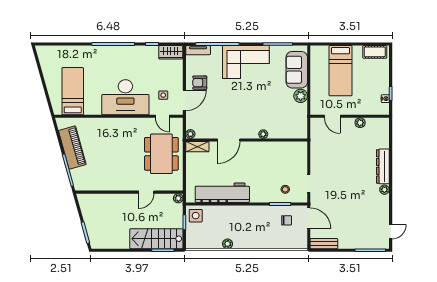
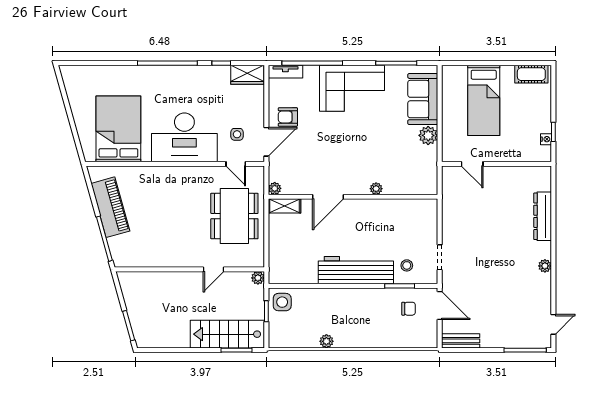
bed: (73, 91) -> (118, 129), width x1.50
plant: (360, 123) -> (511, 173), removed
dresser: (383, 166) -> (543, 216), moved
workbench: (222, 193) -> (356, 270), moved

